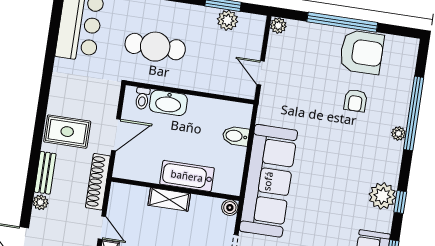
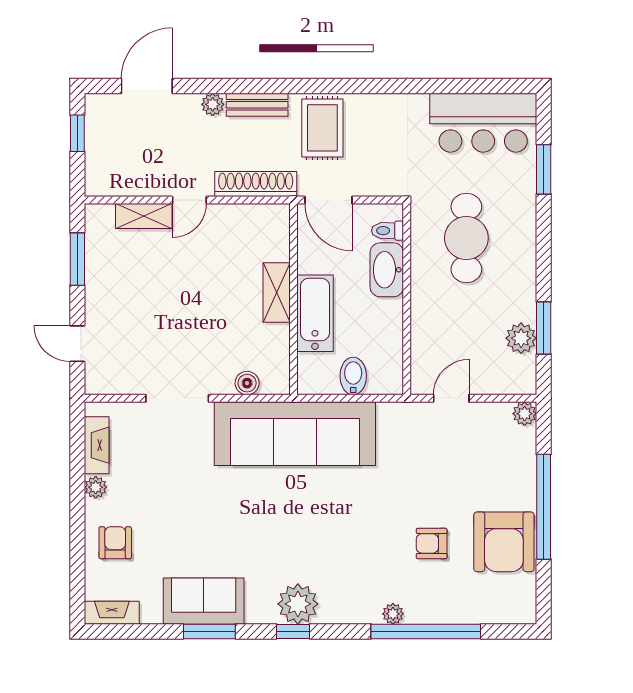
bathtub: (187, 176) -> (315, 313), moved
wall: (175, 189) -> (293, 299), moved
shelving: (169, 199) -> (277, 293), moved

